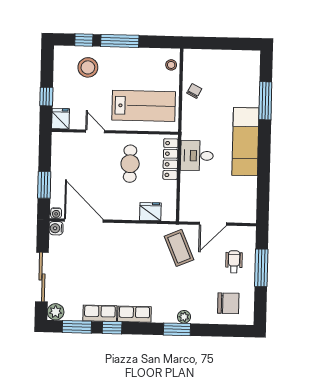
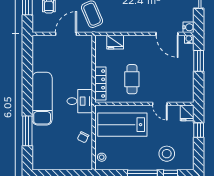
desk: (197, 156) -> (80, 101), moved
door: (84, 221) -> (167, 34), width x0.73

